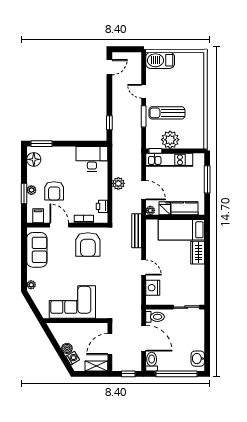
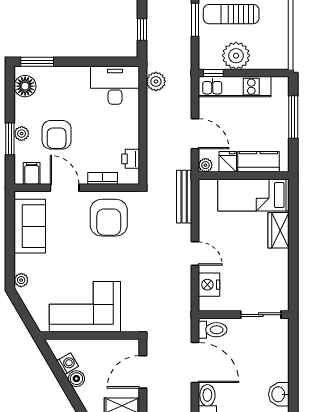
plant: (118, 183) -> (156, 81), moved
washing machine: (73, 358) -> (68, 364), moved

